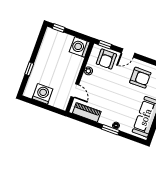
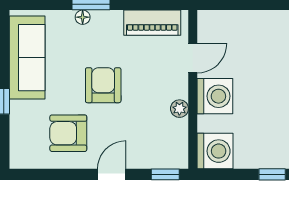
armchair: (106, 59) -> (103, 85), moved
door: (75, 91) -> (193, 58), swing flipped
washing machine: (43, 94) -> (215, 96), moved, turned -90

